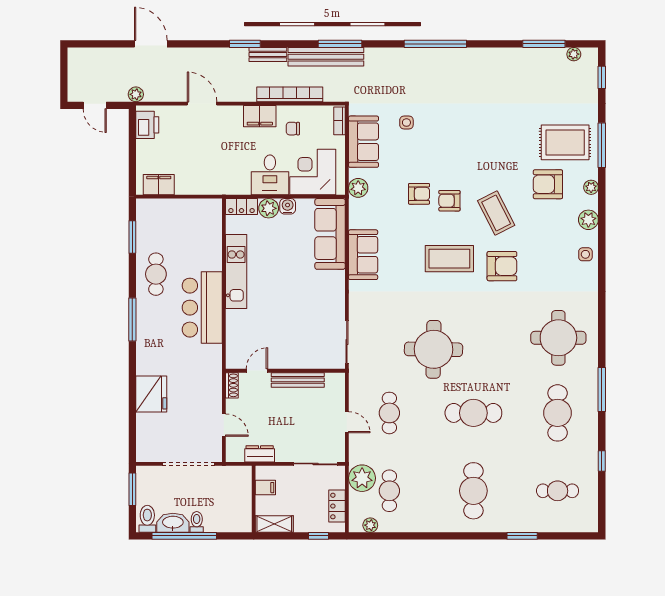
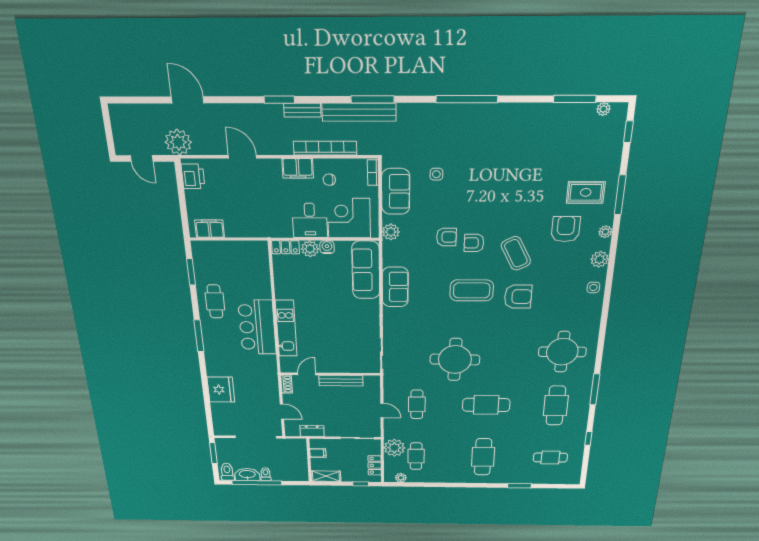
plant: (136, 94) -> (178, 142), width x1.88, depth x1.88
rug: (565, 142) -> (586, 192), width x0.73, depth x0.70
armchair: (548, 184) -> (566, 229), turned 90
kitchen unit: (236, 272) -> (286, 328), moved

